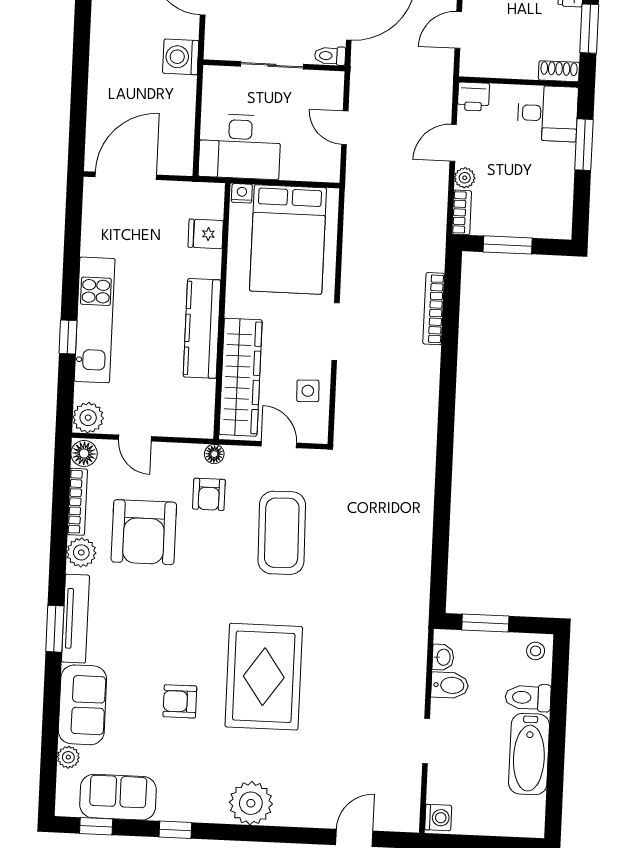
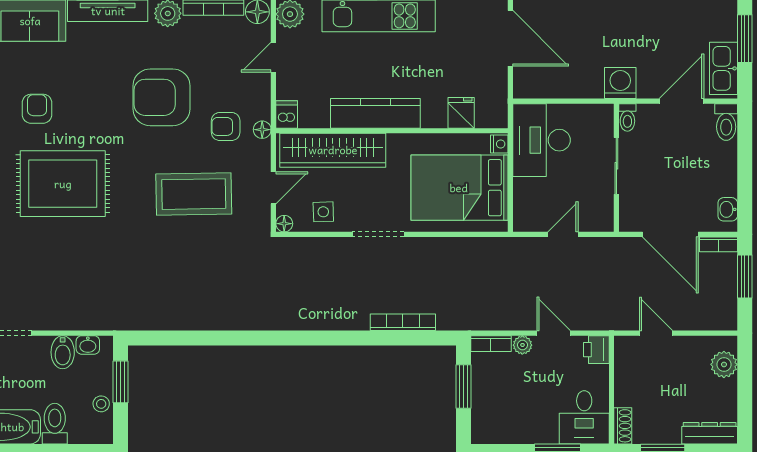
toilet: (330, 56) -> (627, 117), moved, turned 180
dishwasher: (199, 426) -> (287, 114), added
floor lamp: (319, 434) -> (284, 224), added
armchair: (144, 532) -> (161, 97), moved
stool: (536, 651) -> (101, 404), moved

